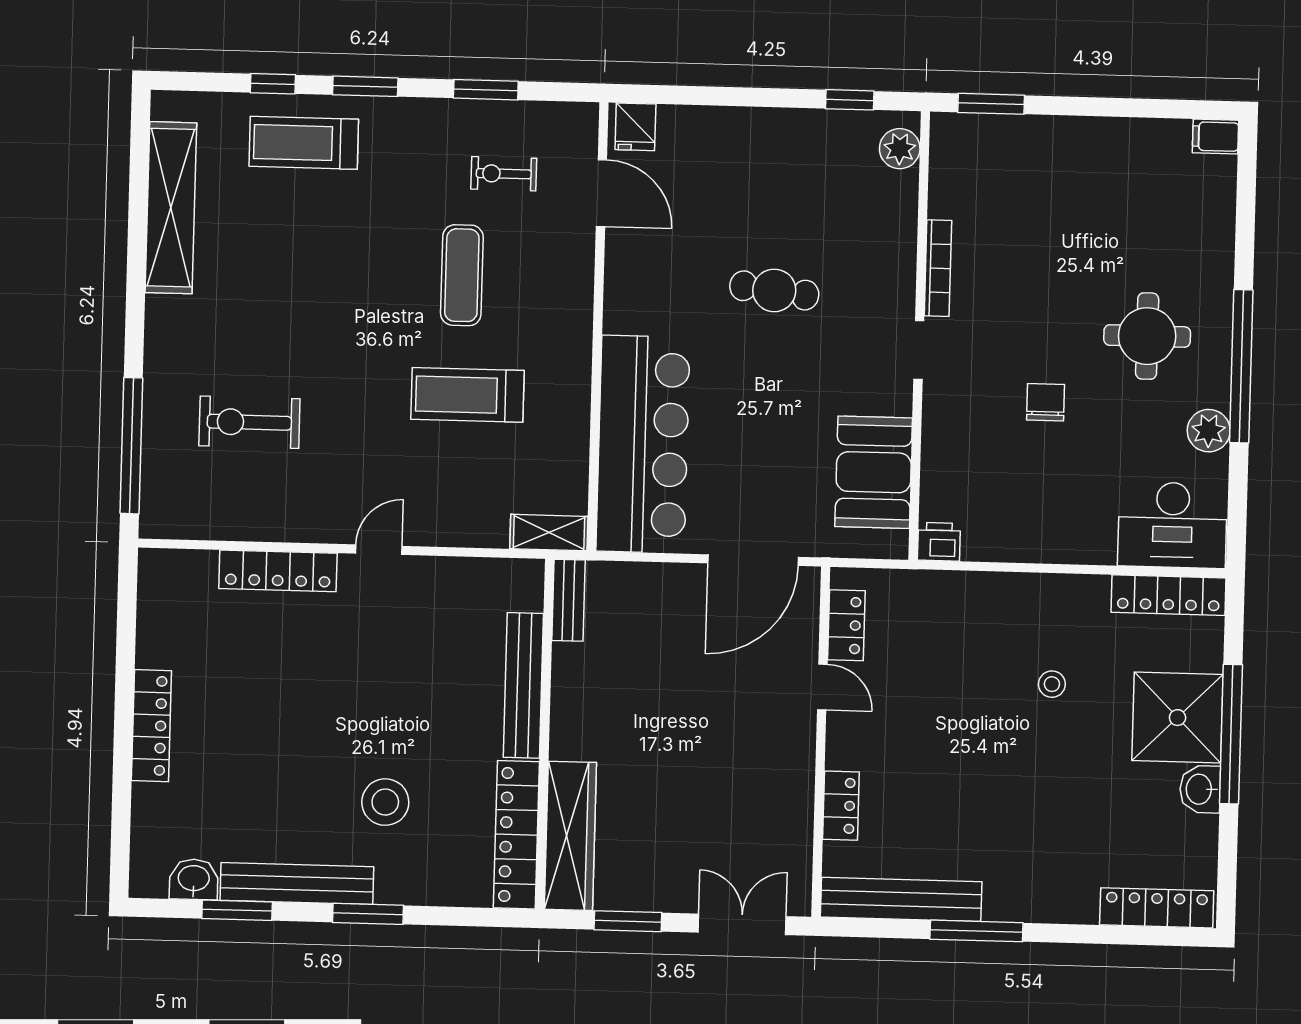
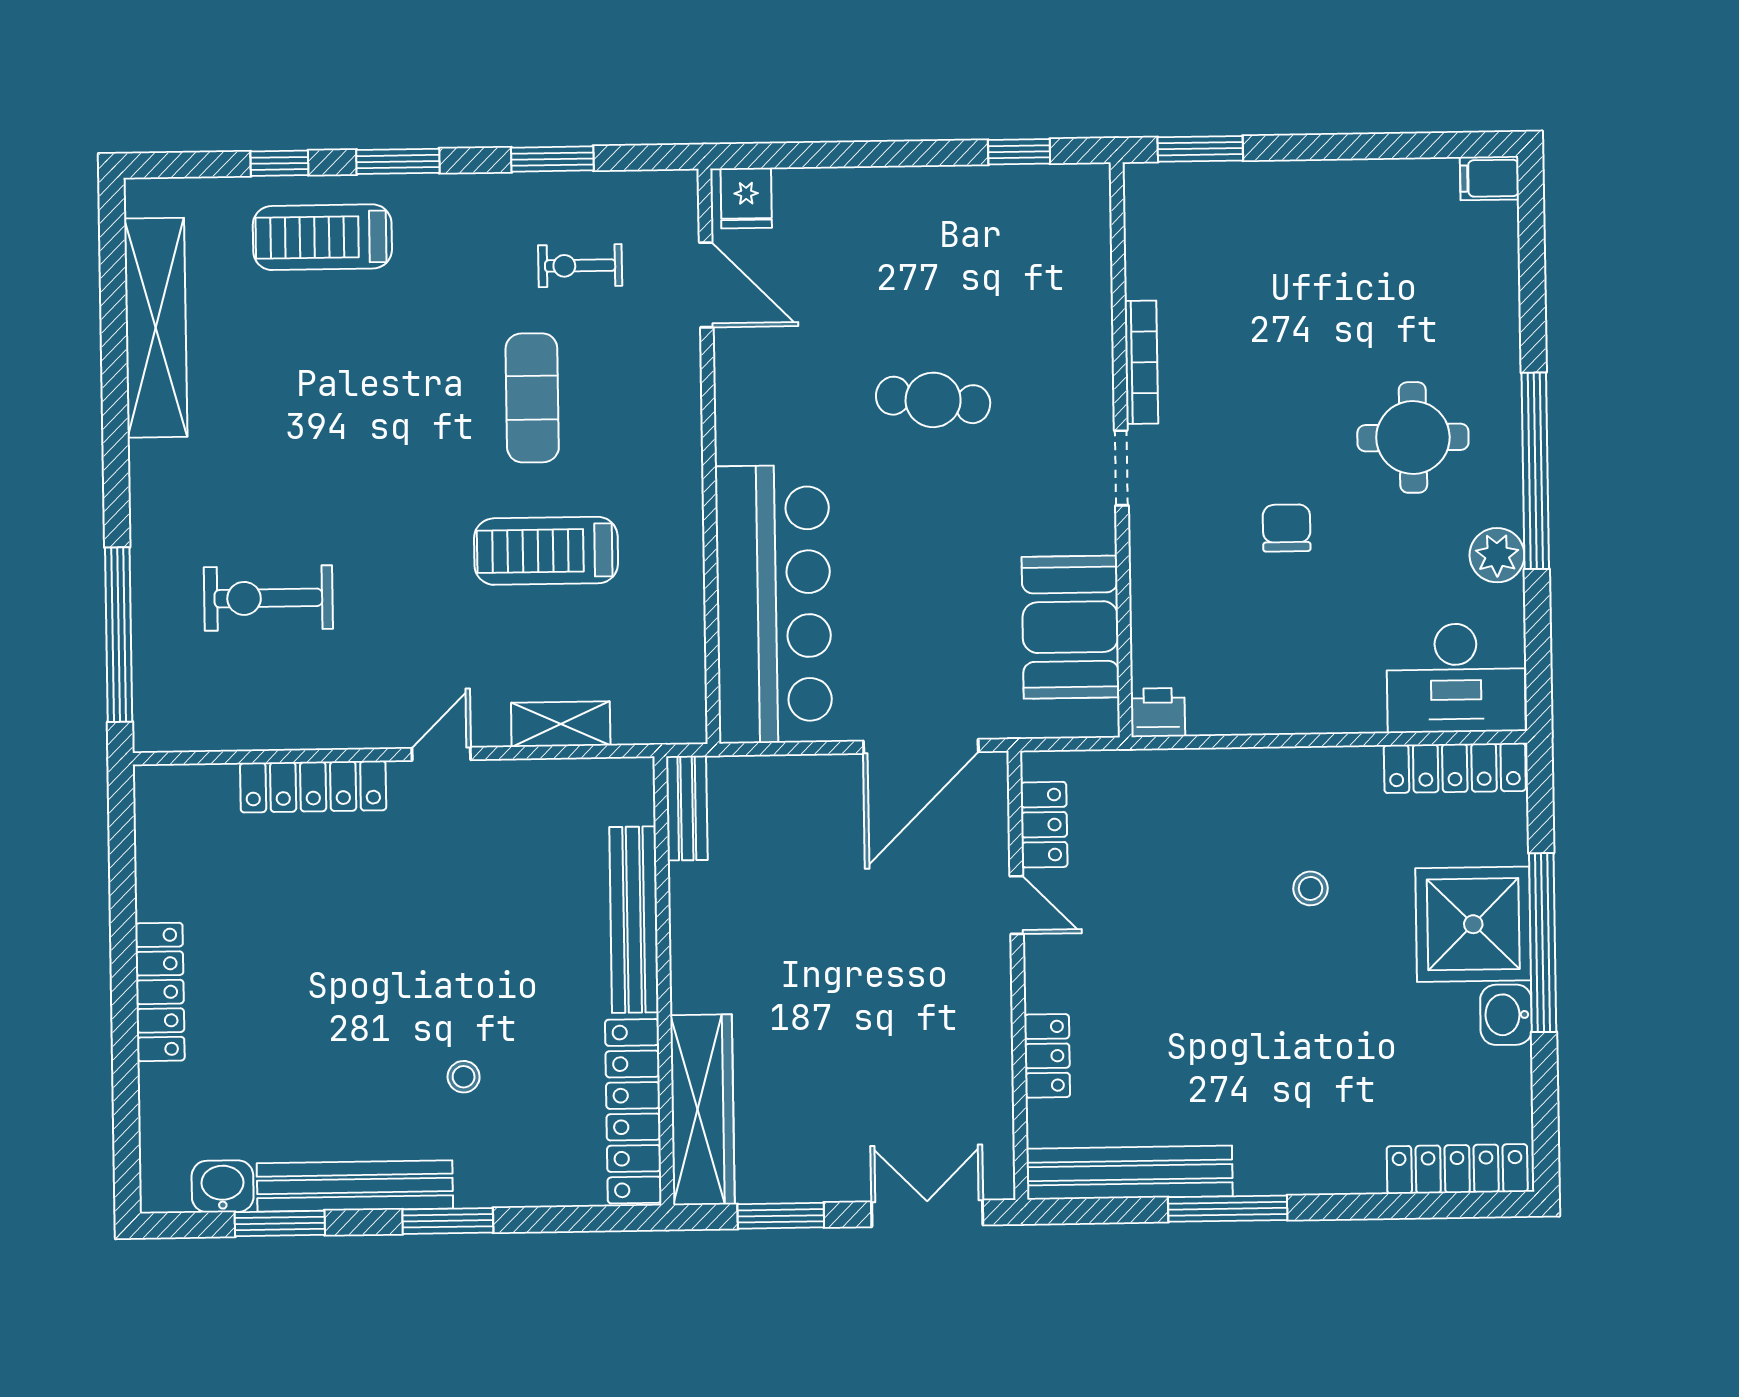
plant: (900, 149) -> (1086, 211), removed
shelving: (549, 533) -> (561, 724), moved
stool: (385, 802) -> (464, 1077), width x0.53, depth x0.53

